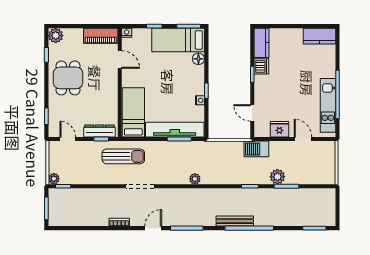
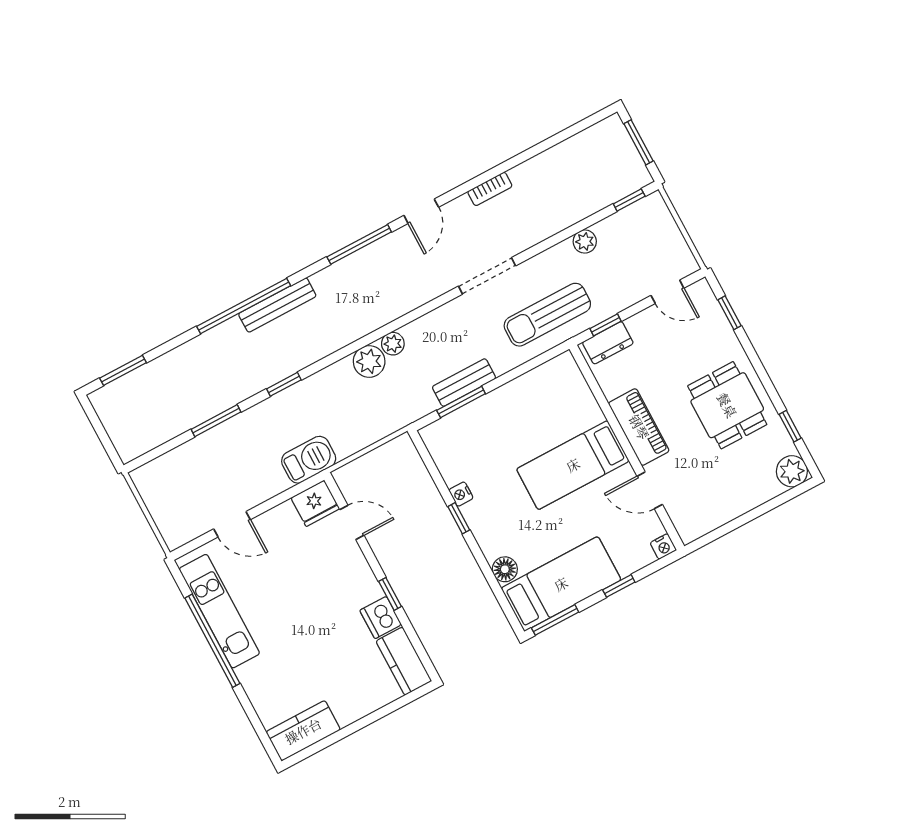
piano: (101, 36) -> (639, 427), moved, turned 90
bed: (133, 112) -> (573, 465), moved, turned 90
fridge: (279, 129) -> (315, 503), moved
tv unit: (175, 130) -> (479, 415), removed
dresser: (99, 131) -> (608, 343), width x0.70
bench: (174, 147) -> (464, 383), added
plant: (277, 177) -> (369, 361), moved
plant: (54, 179) -> (585, 242), moved

